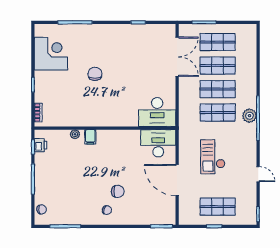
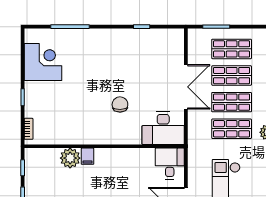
double door: (177, 57) -> (186, 87), moved
chair: (95, 74) -> (120, 104), moved
plant: (75, 134) -> (70, 158), width x1.88, depth x1.88
desk: (158, 143) -> (170, 164), width x0.73
printer: (41, 145) -> (31, 166), removed

